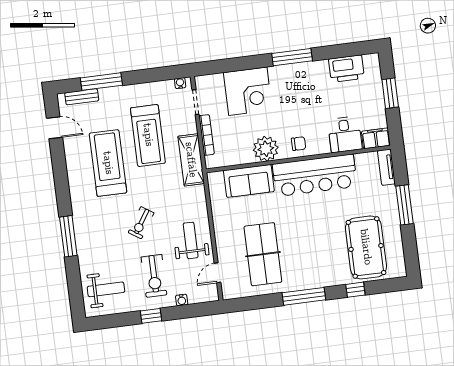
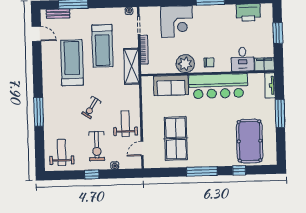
weight bench: (106, 289) -> (62, 152), turned -90

